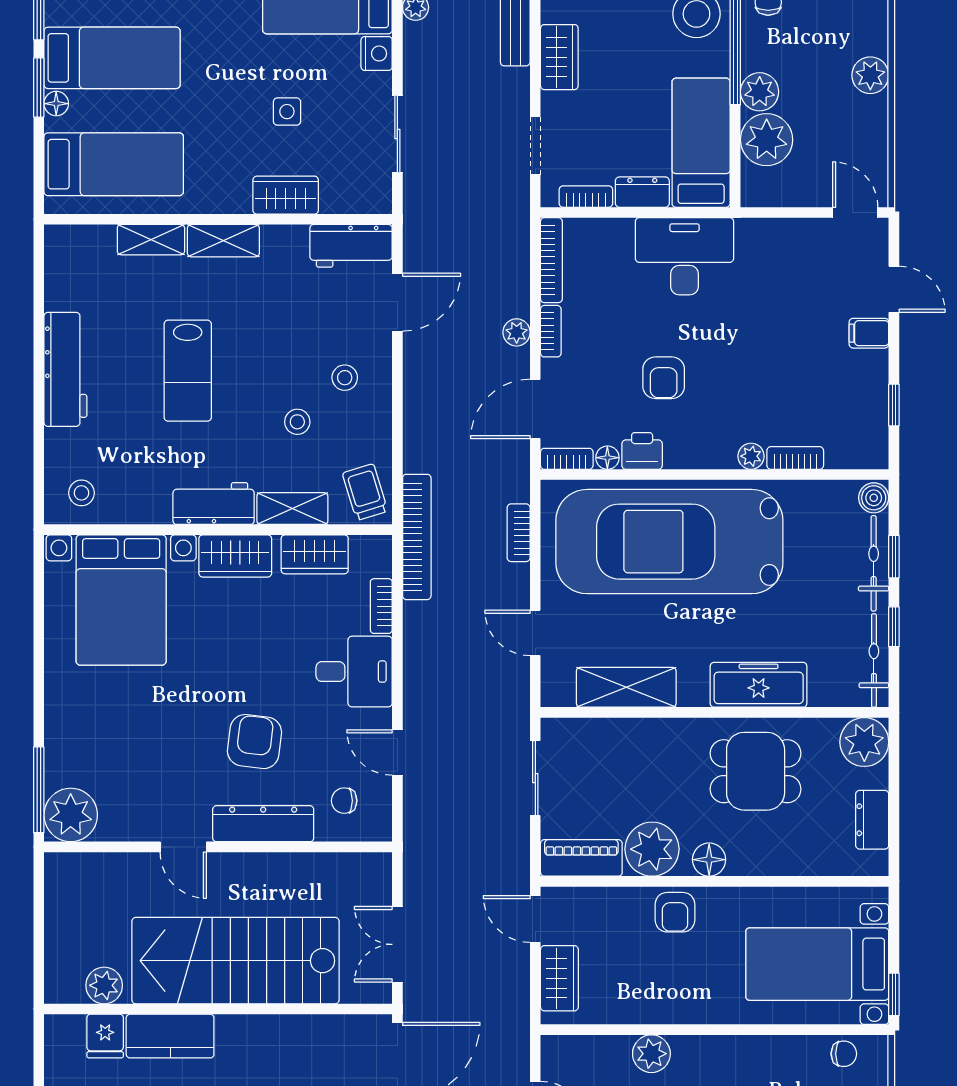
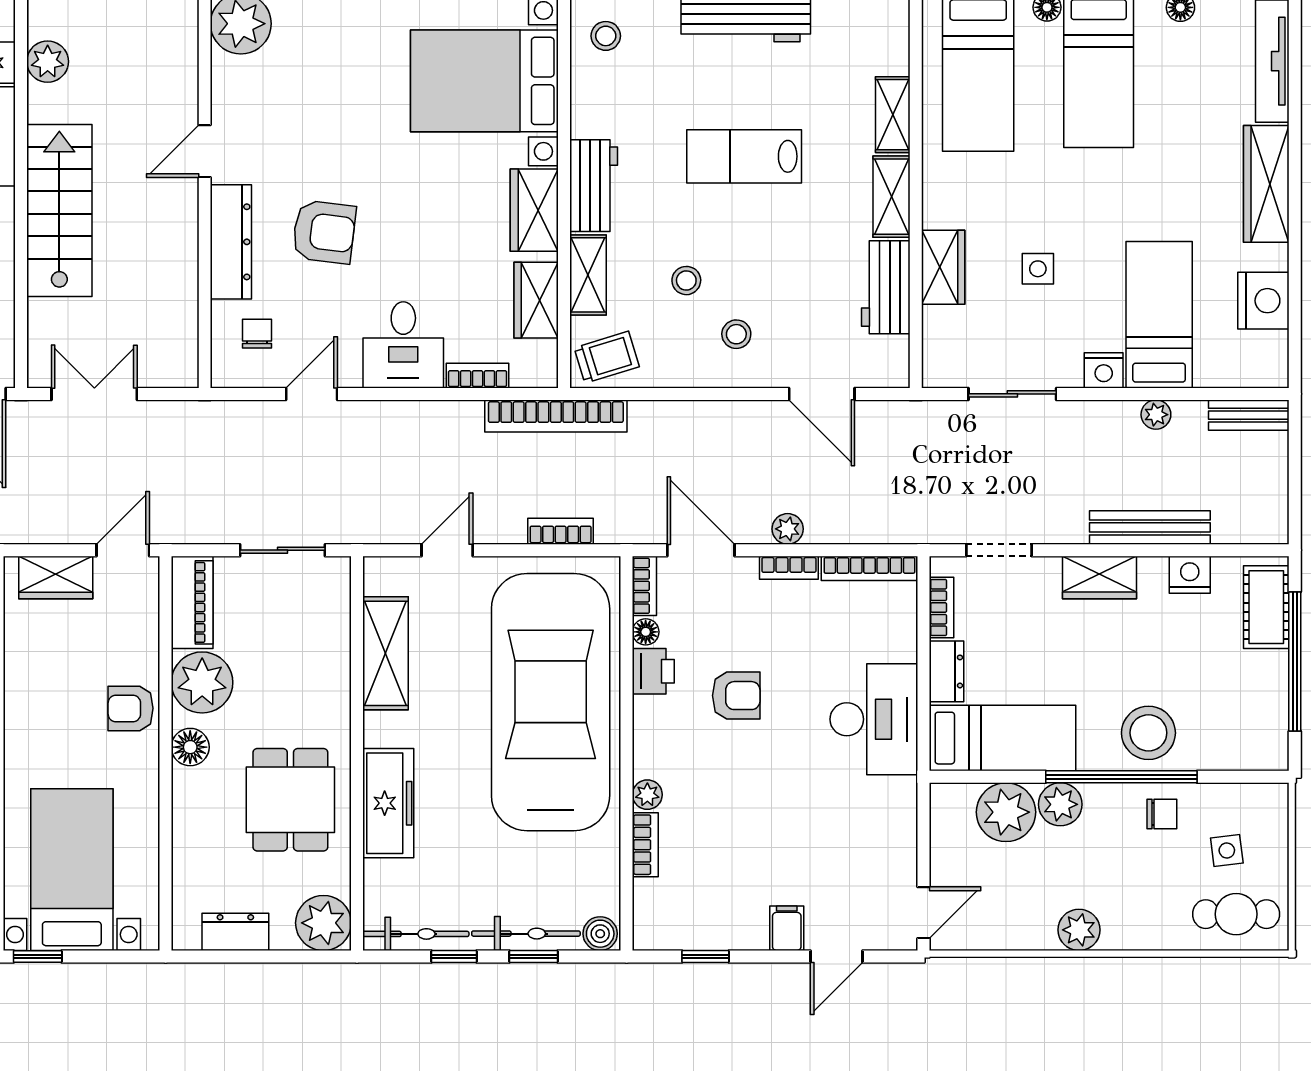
workbench: (351, 246) -> (886, 287), moved
armchair: (664, 378) -> (736, 696), turned 180
stairs: (235, 961) -> (59, 210), width x0.73, depth x0.66

